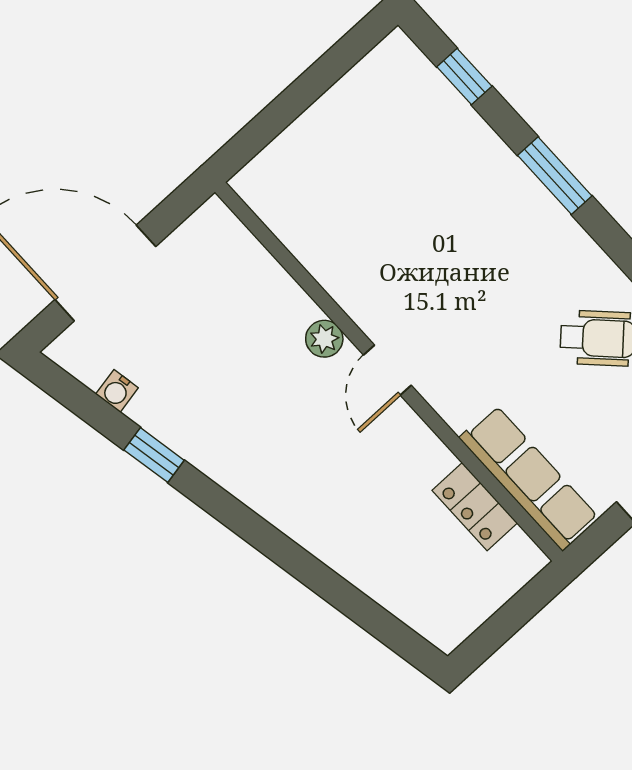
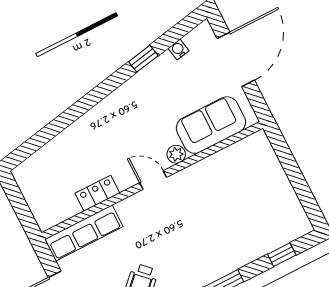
sofa: (248, 286) -> (211, 125), added
locker: (475, 507) -> (97, 193), moved

